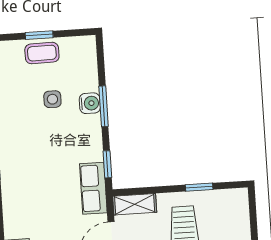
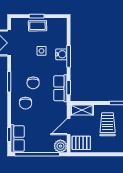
chair: (41, 160) -> (33, 83), added
row of seats: (93, 188) -> (60, 88), moved
chair: (29, 198) -> (26, 103), added

